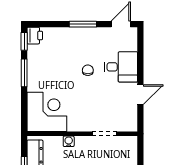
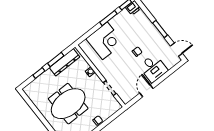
door: (140, 95) -> (146, 91), swing flipped
corner desk: (47, 112) -> (105, 41), moved

